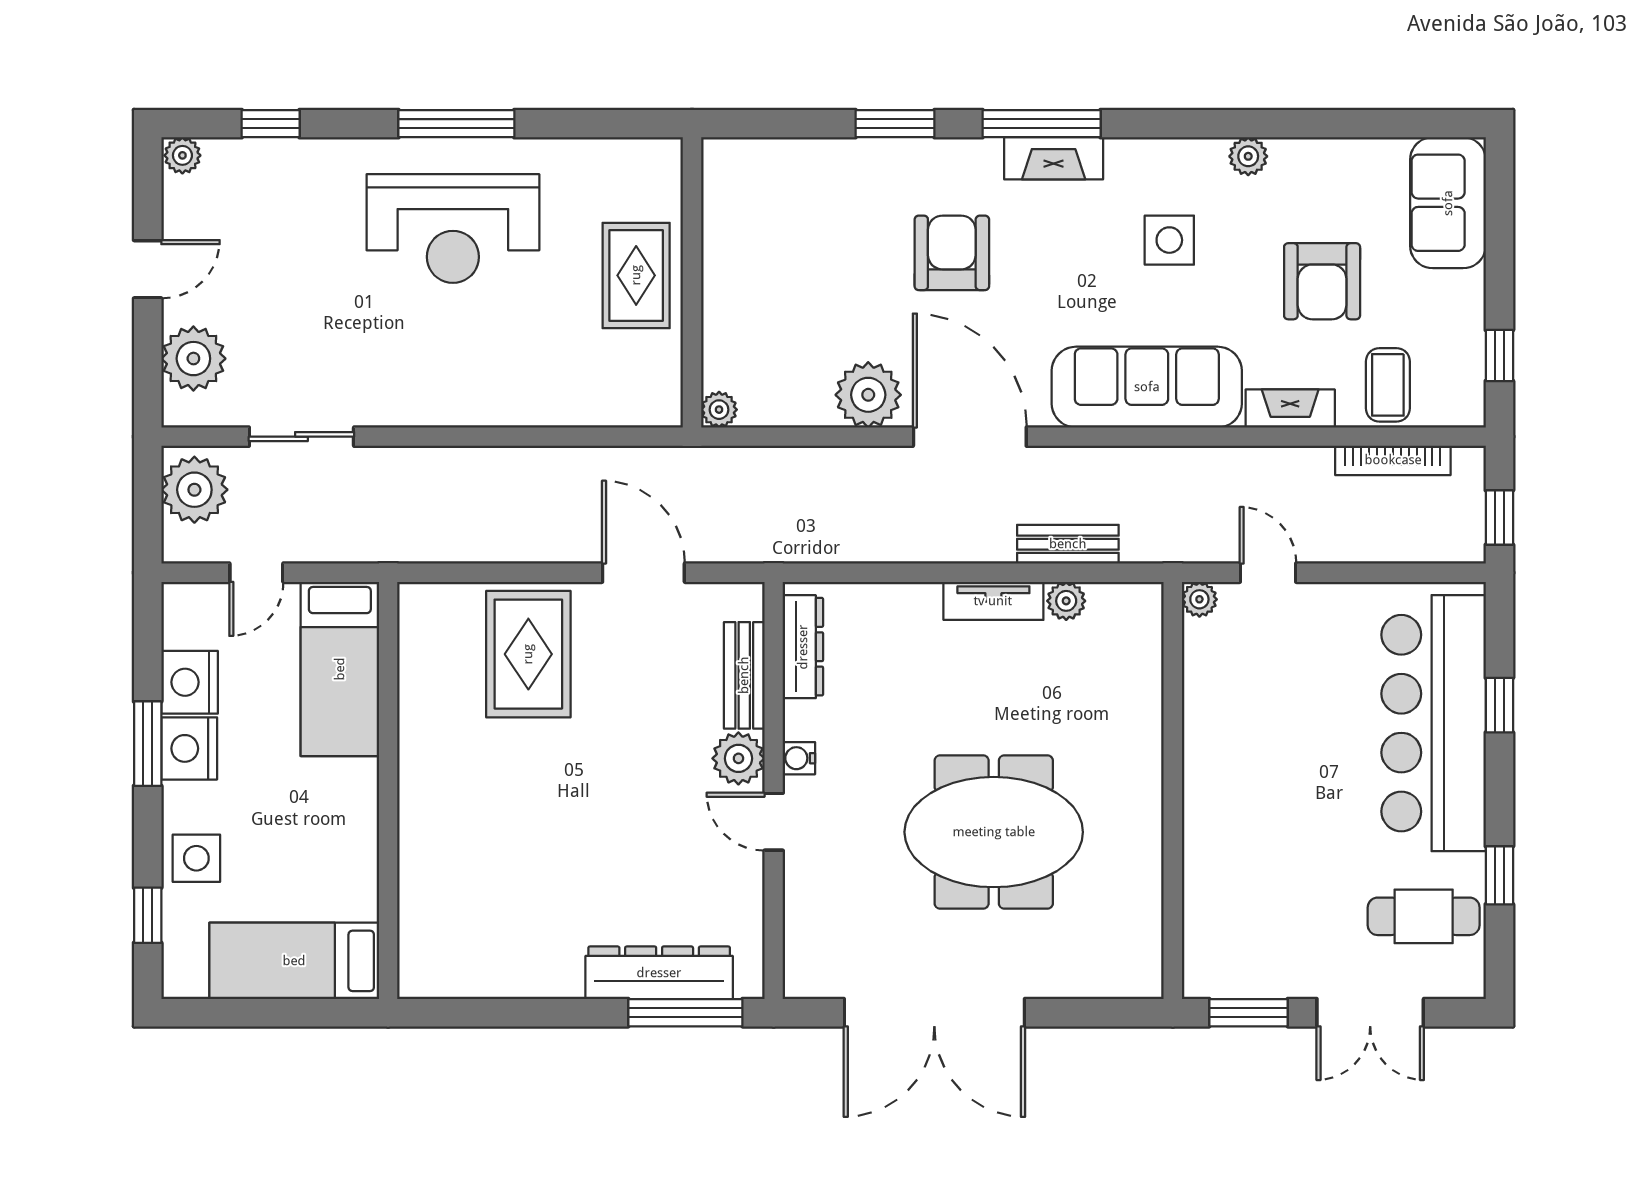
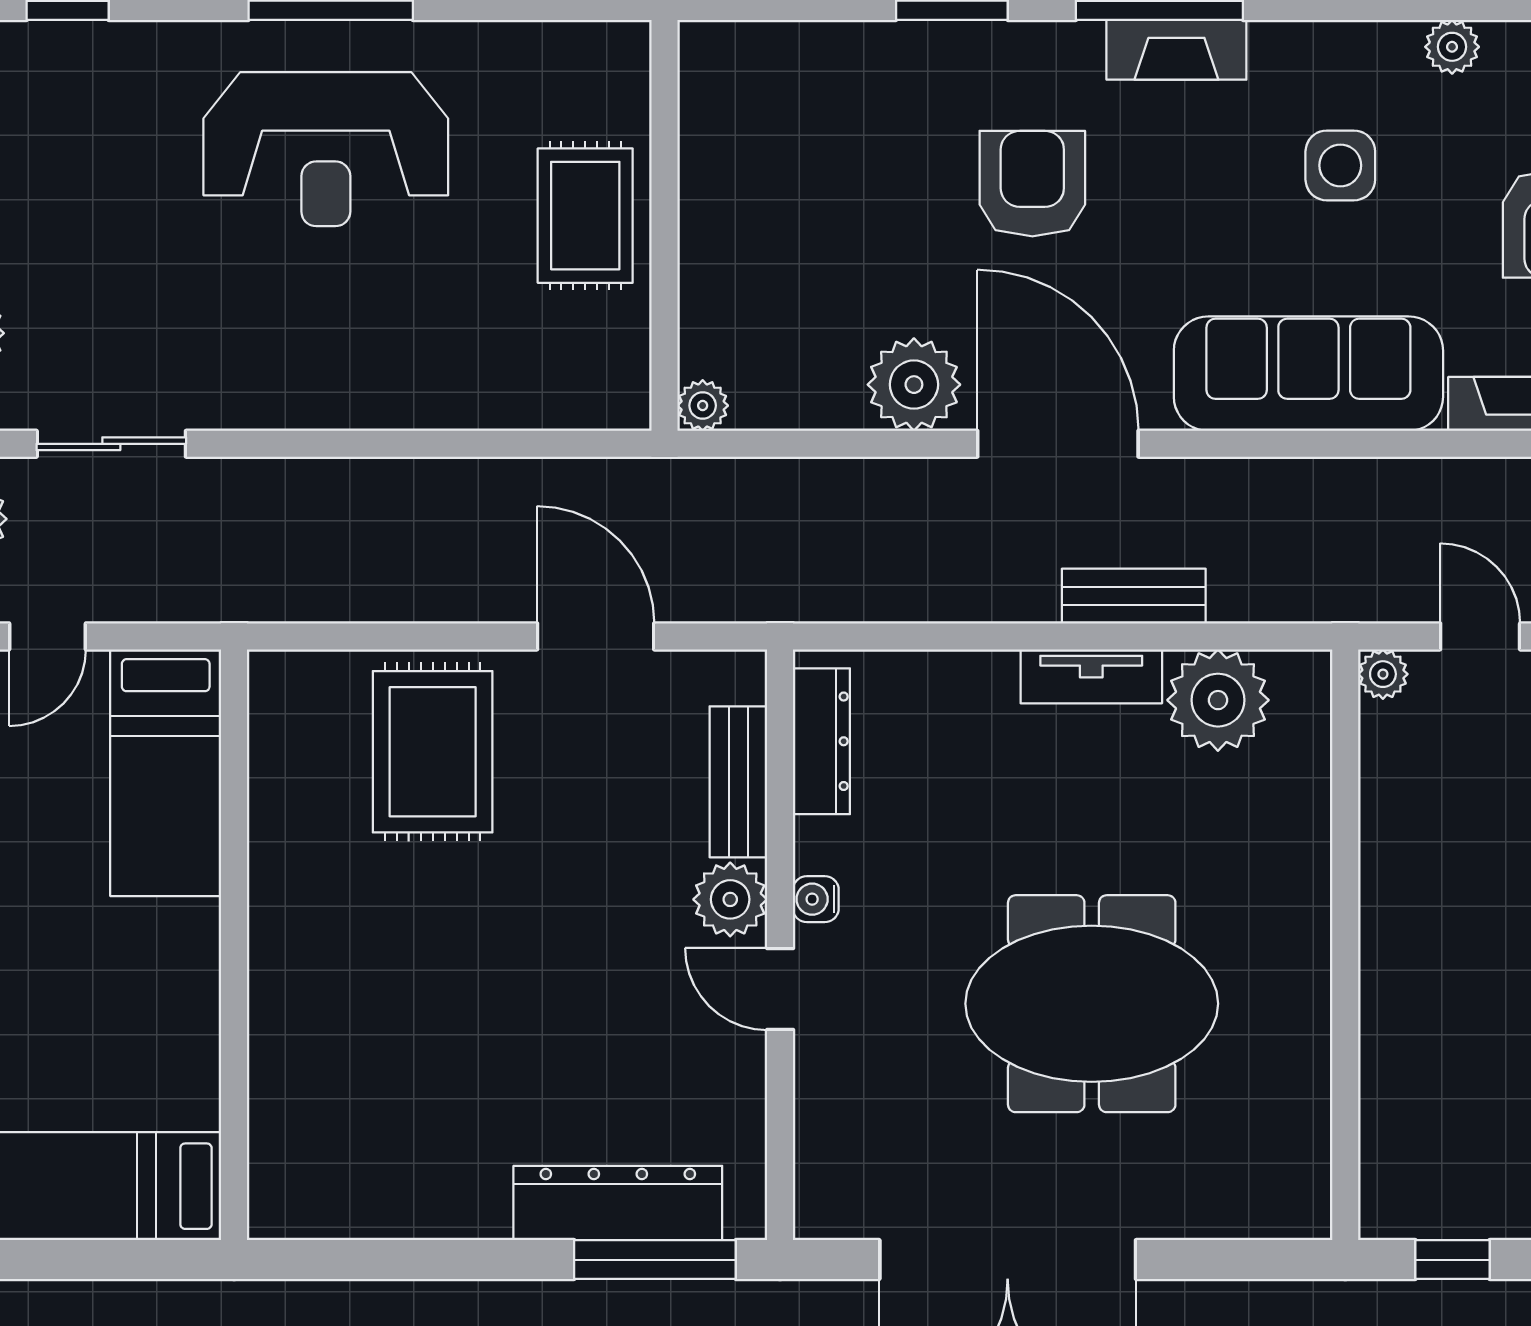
bench: (1068, 544) -> (1134, 596), moved
plant: (1066, 601) -> (1218, 700), width x1.88, depth x1.88
window: (1249, 1013) -> (1452, 1260), width x0.67

